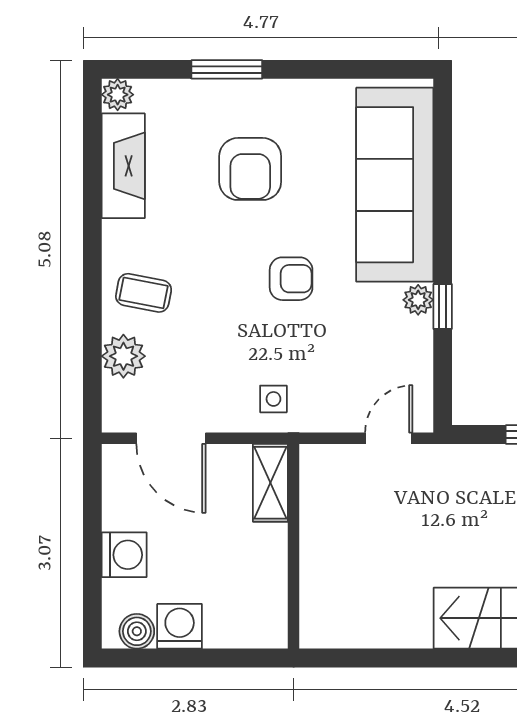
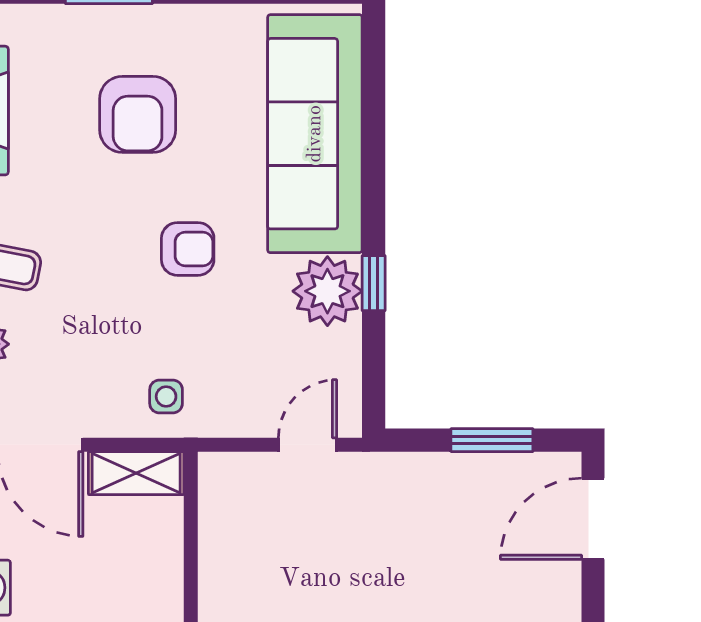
plant: (418, 300) -> (327, 291), width x1.87, depth x1.87
shelving: (270, 483) -> (136, 473), moved, turned 90

